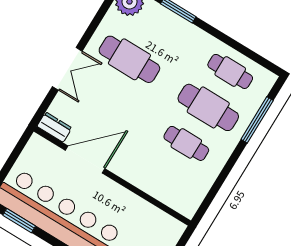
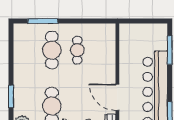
cafe table: (230, 71) -> (26, 50), removed

